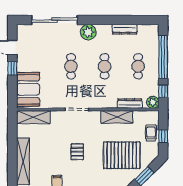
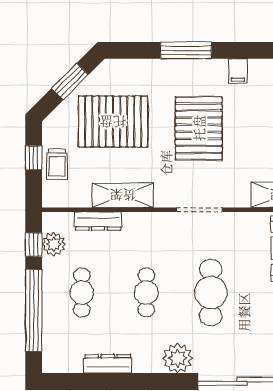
cafe table: (71, 66) -> (211, 293), width x1.37, depth x1.35
plant: (153, 102) -> (54, 244), moved
pallet: (77, 152) -> (199, 128), width x2.05, depth x2.00

